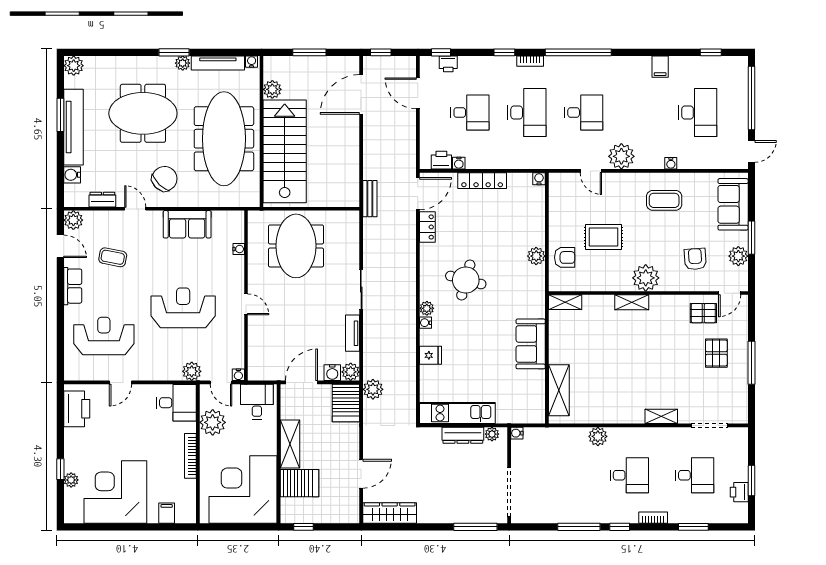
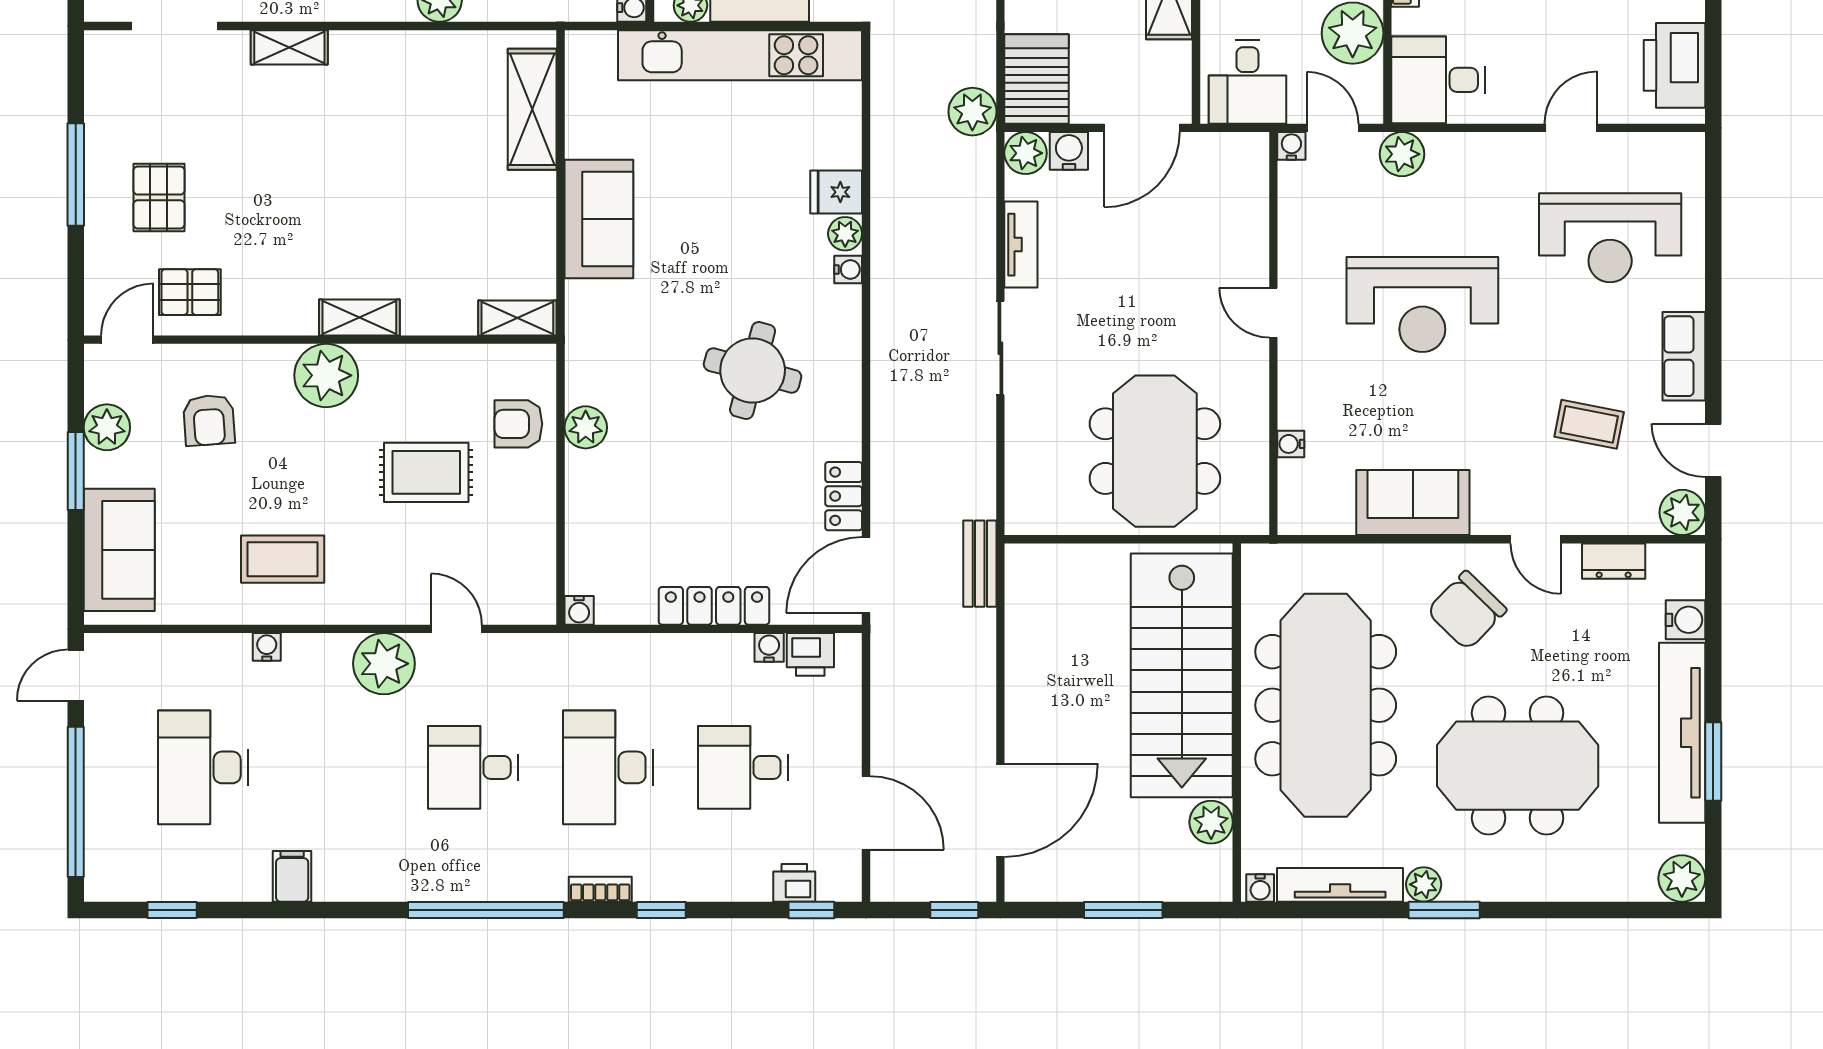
plant: (427, 308) -> (845, 234), moved
kitchen unit: (457, 413) -> (740, 55), width x1.36

